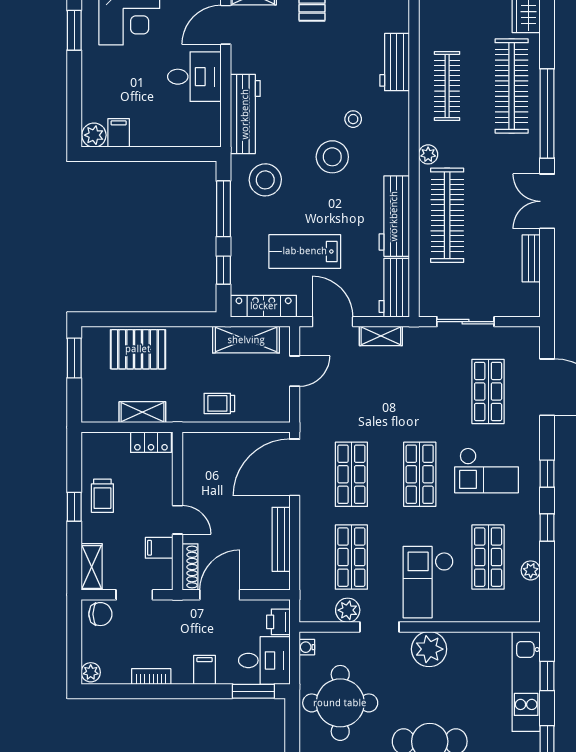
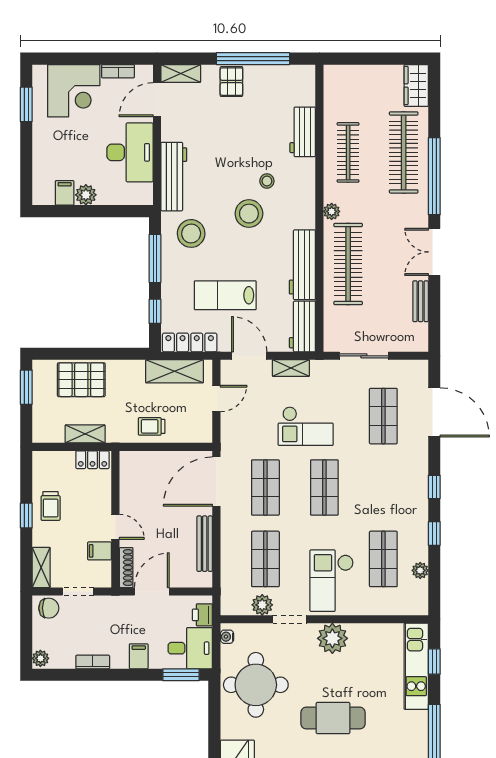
desk: (194, 77) -> (130, 152), width x1.37
plant: (94, 135) -> (86, 195), moved
checkout: (487, 470) -> (306, 426), moved

